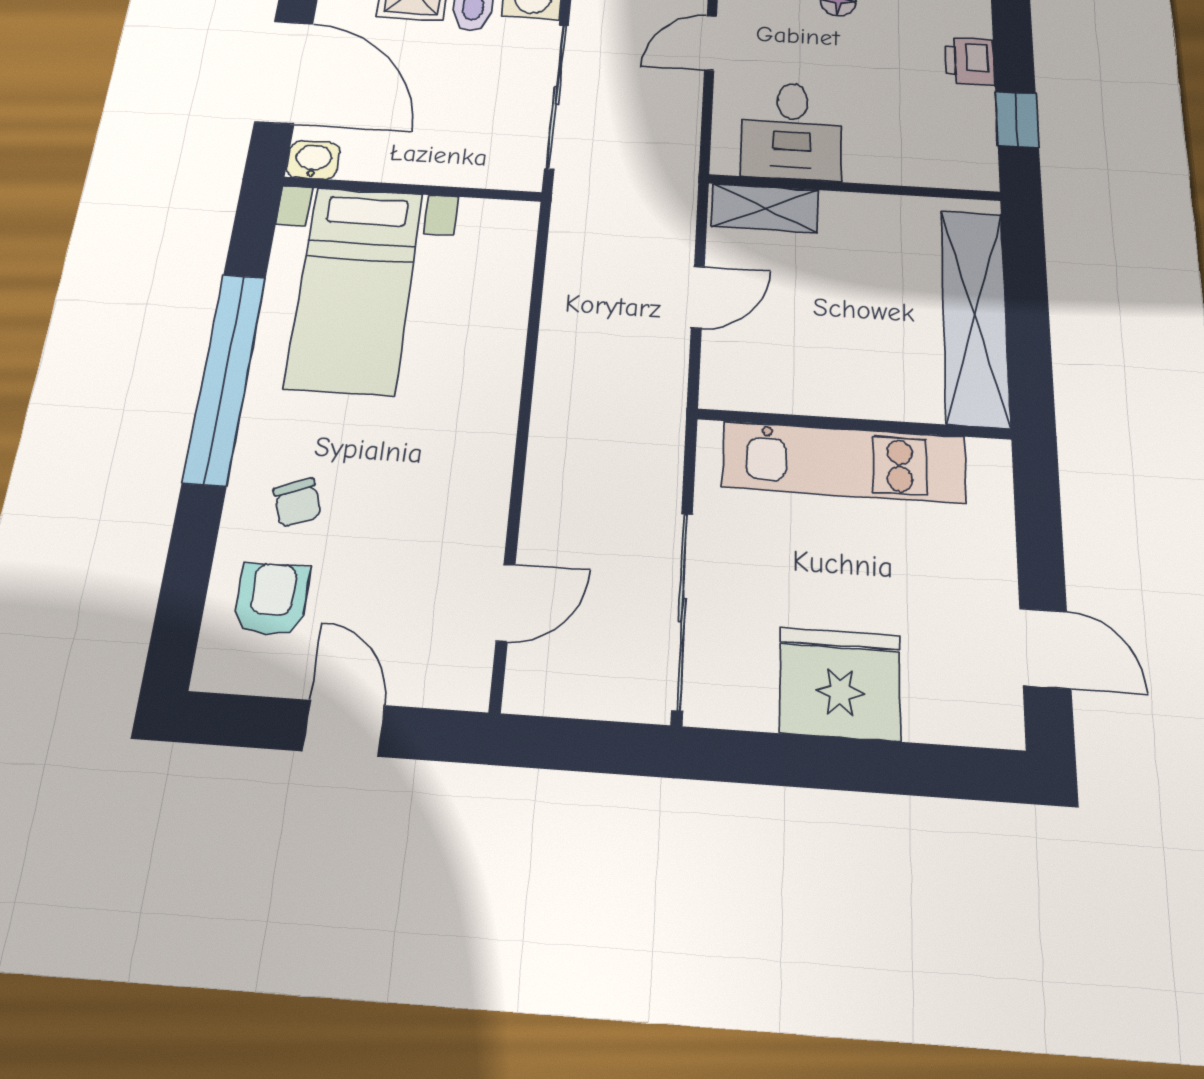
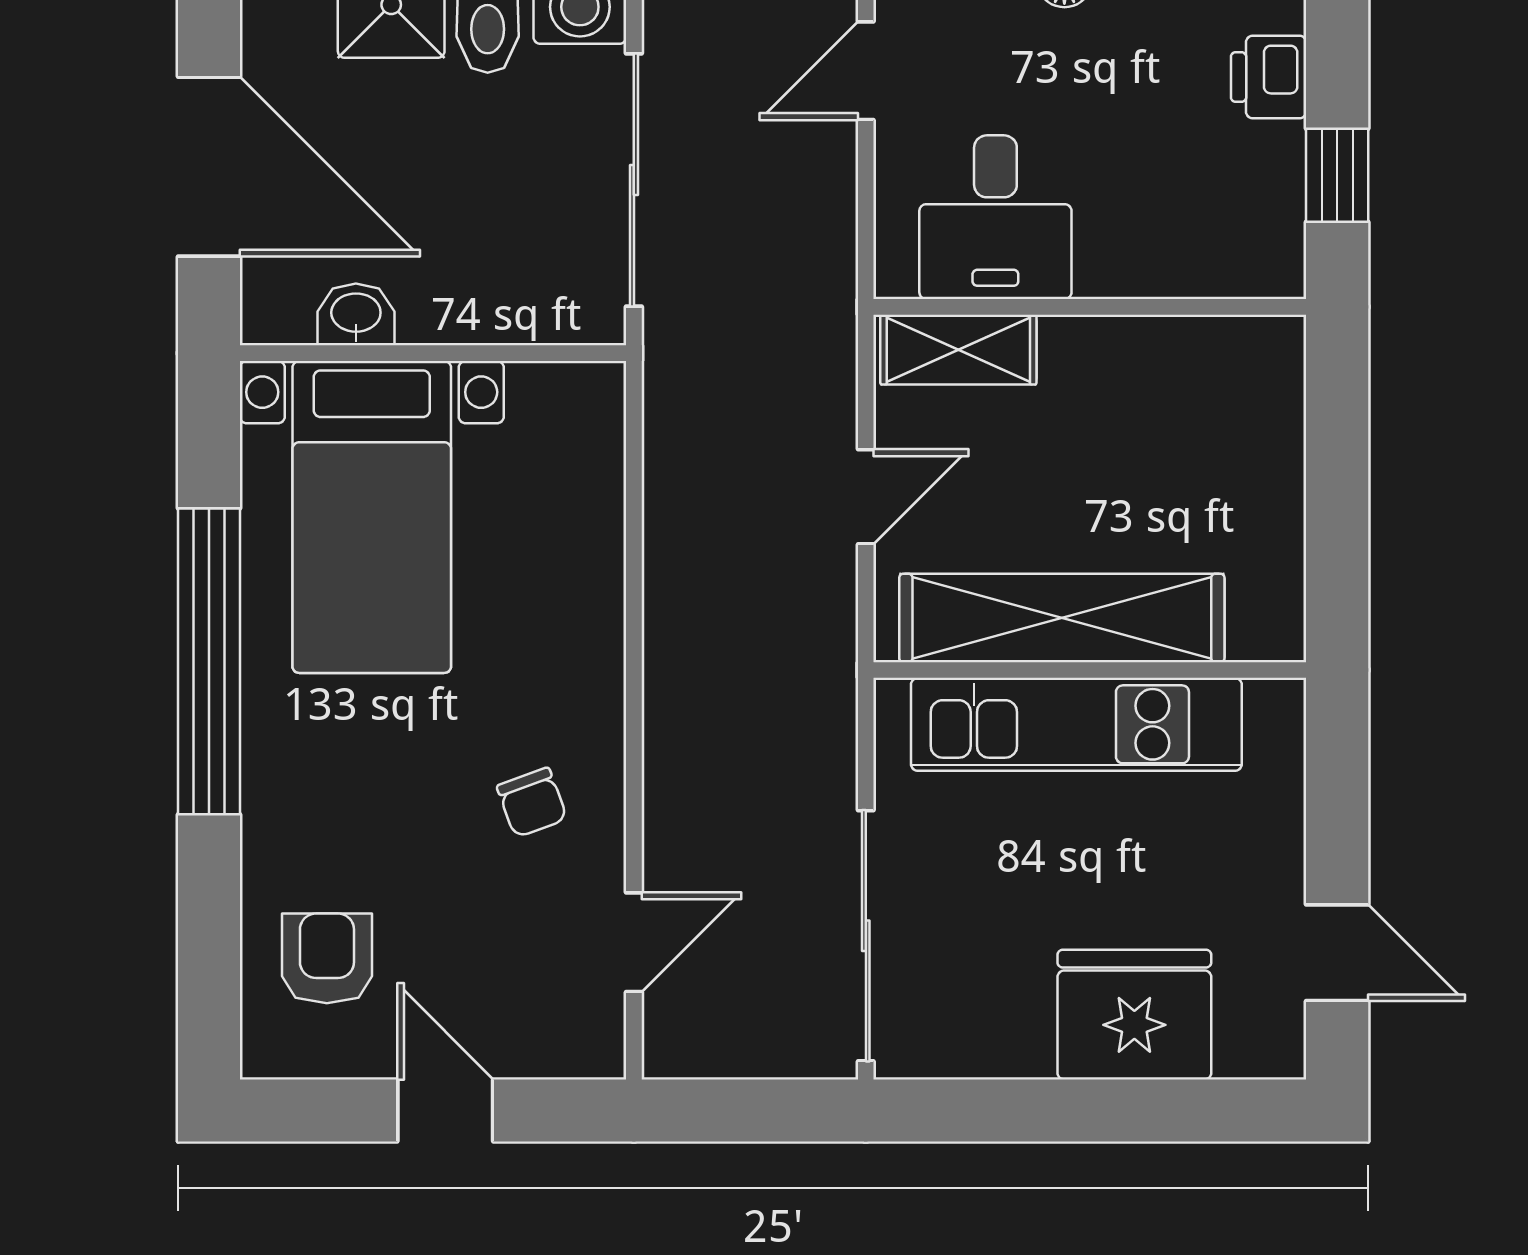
washbasin: (313, 160) -> (356, 314), moved
shelving: (975, 316) -> (1062, 618), moved, turned 90
chair: (297, 503) -> (532, 802), moved
fridge: (840, 684) -> (1134, 1015), moved

